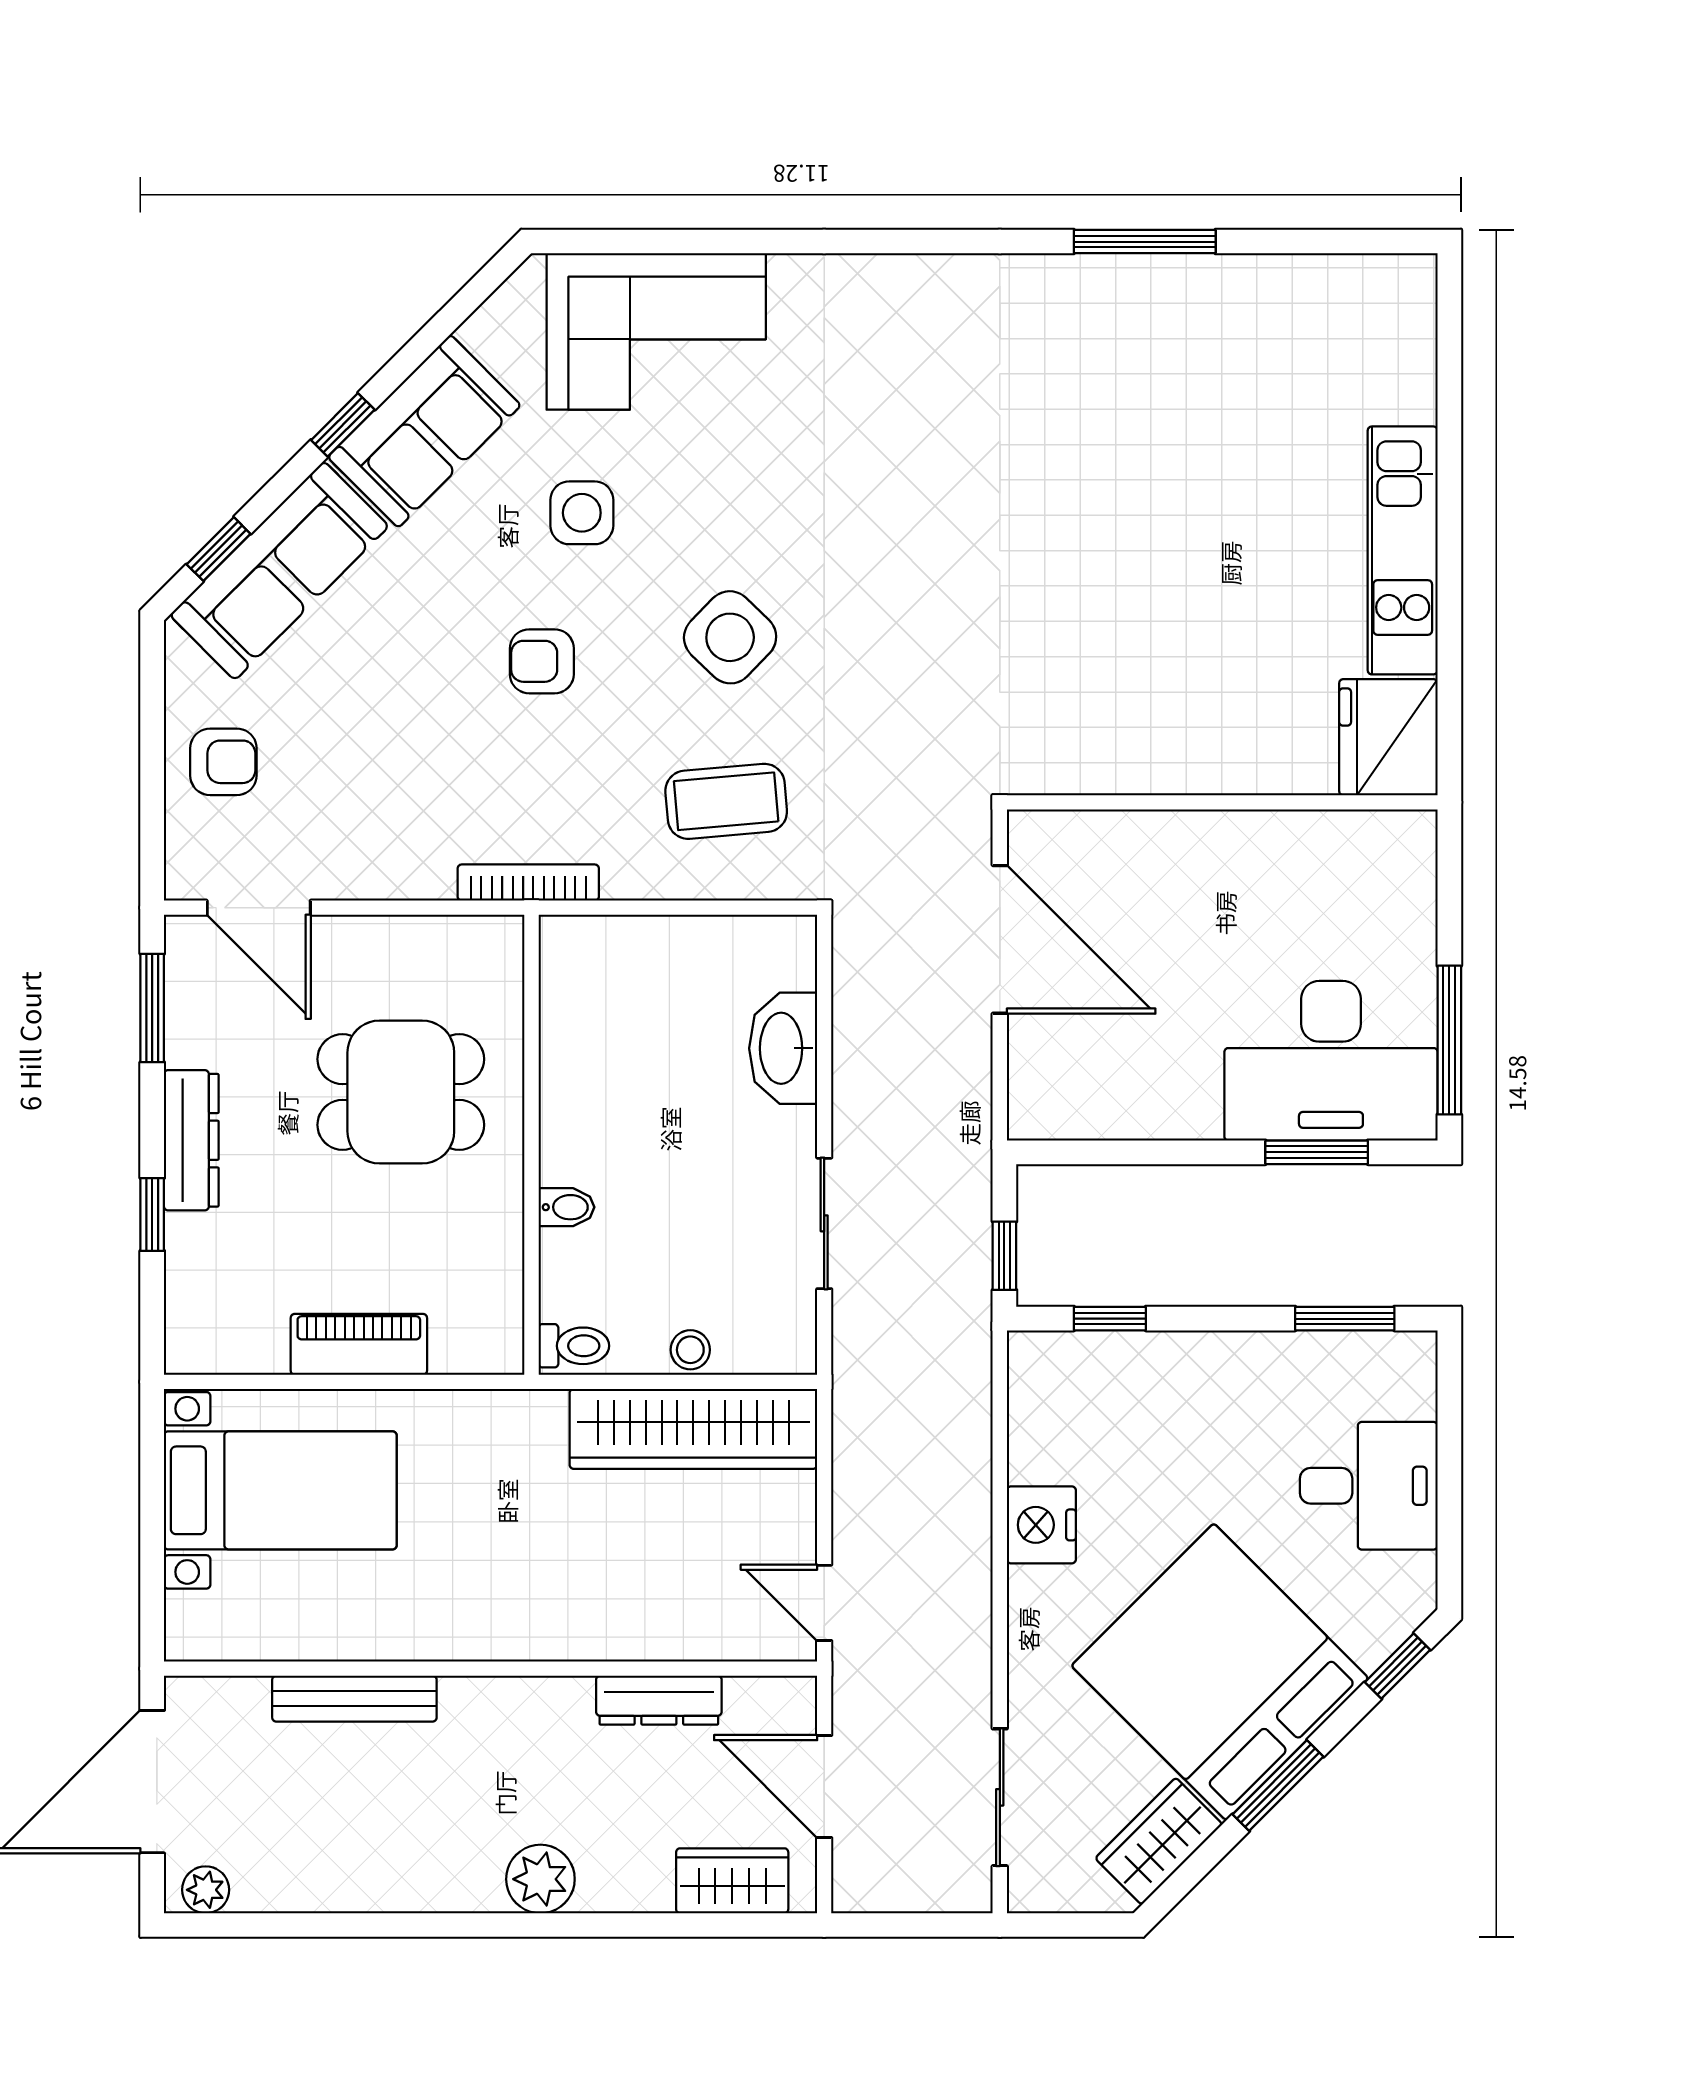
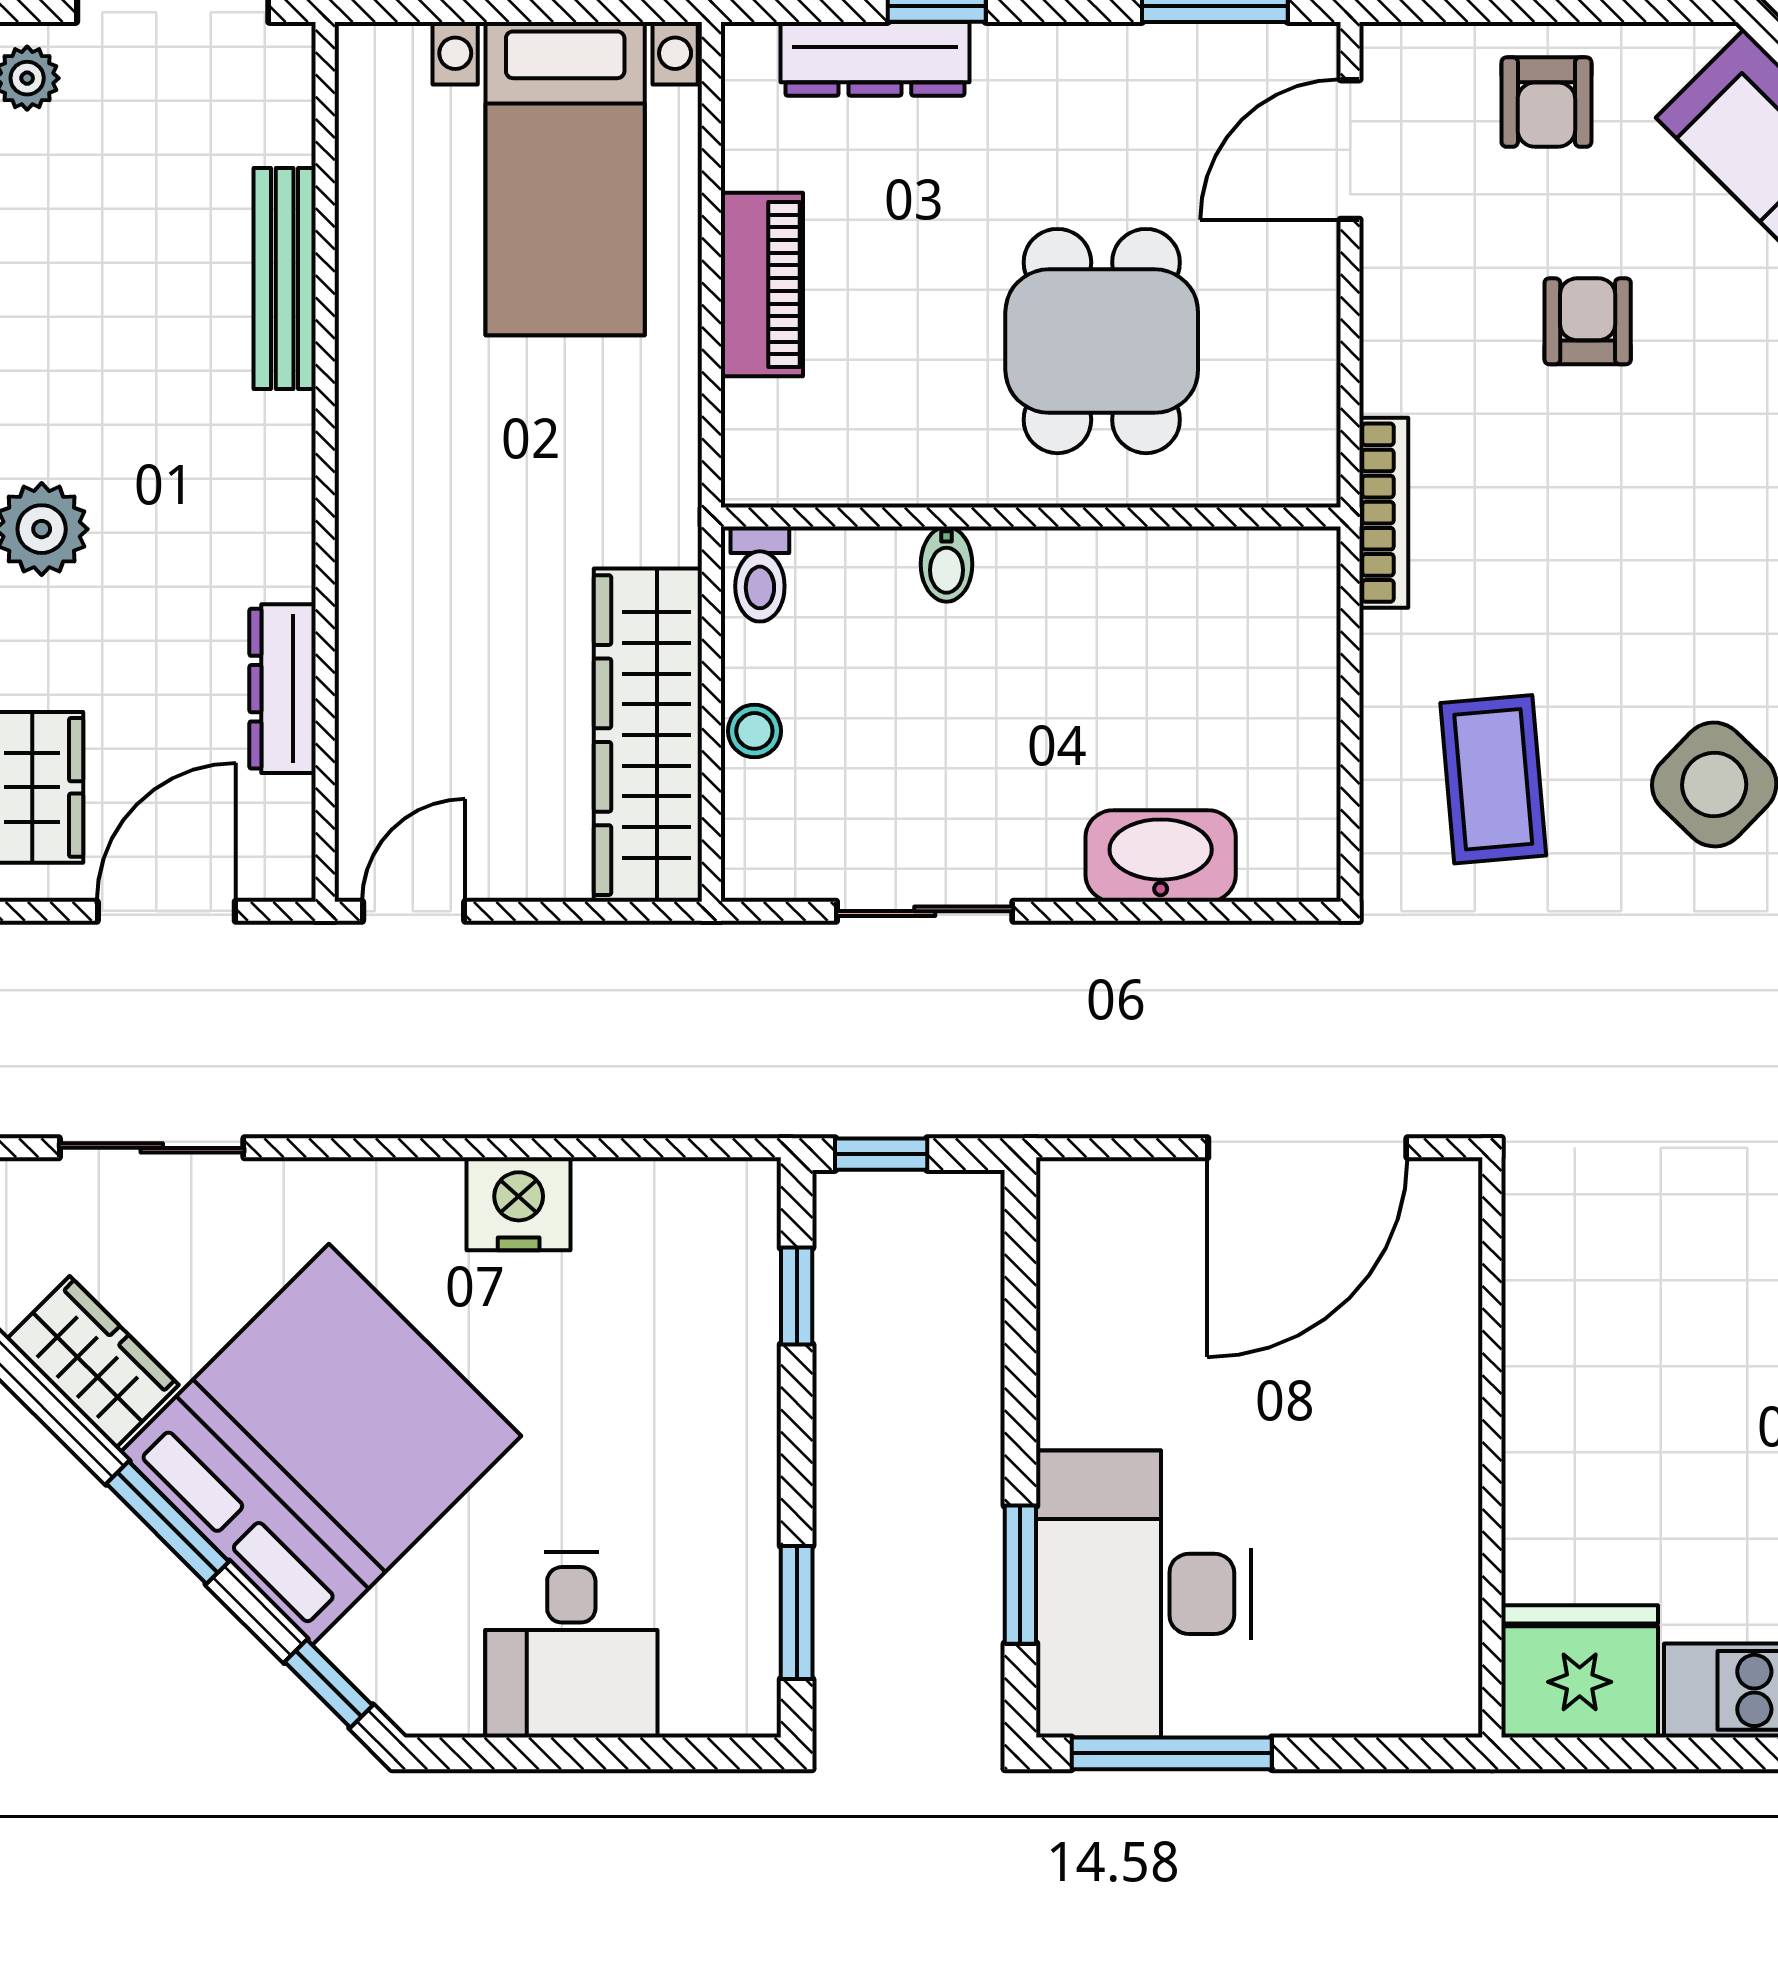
armchair: (542, 661) -> (1588, 321), moved
dresser: (191, 1140) -> (875, 59), moved

